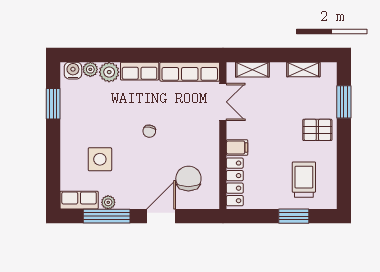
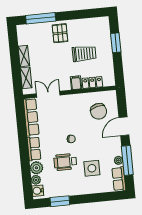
shelving: (303, 69) -> (24, 56), moved
window: (344, 102) -> (41, 18), width x1.44
wheelchair: (114, 118) -> (65, 162), added
chair: (188, 179) -> (99, 111), turned -104
trolley: (304, 180) -> (84, 54), moved, turned 180
locker: (235, 182) -> (92, 83), width x0.66
door: (161, 216) -> (124, 126), hinge flipped

